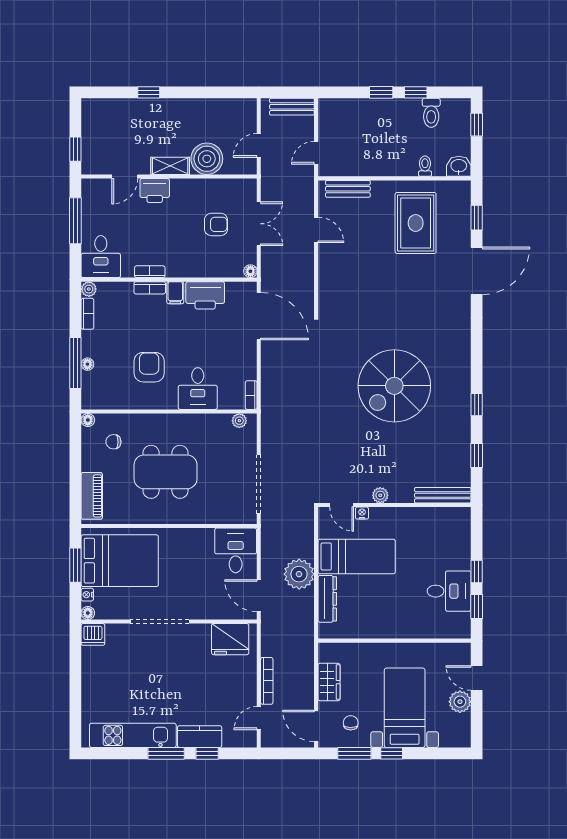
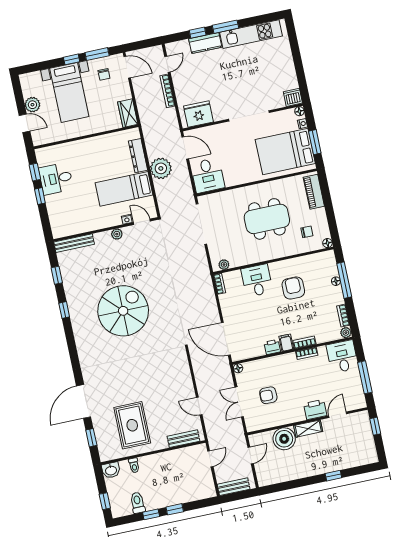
printer: (205, 295) -> (272, 347), width x0.53, depth x0.68
armchair: (149, 367) -> (293, 288), turned 180
wardrobe: (329, 682) -> (128, 113), moved

